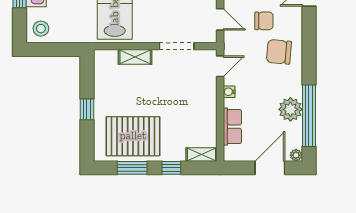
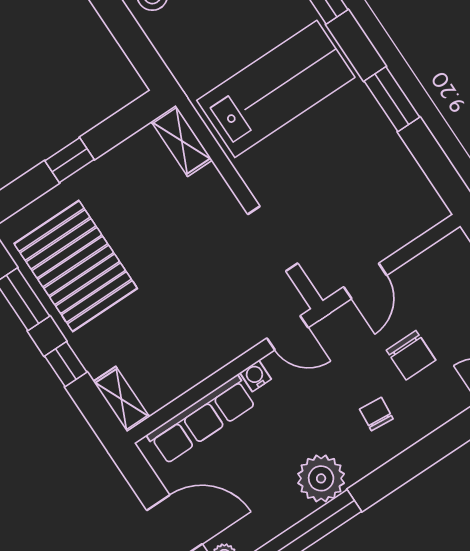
chair: (279, 52) -> (376, 414), width x0.54, depth x0.54
shelving: (135, 57) -> (182, 141), moved
plant: (290, 109) -> (321, 478), moved
row of seats: (232, 127) -> (202, 419), width x1.48

